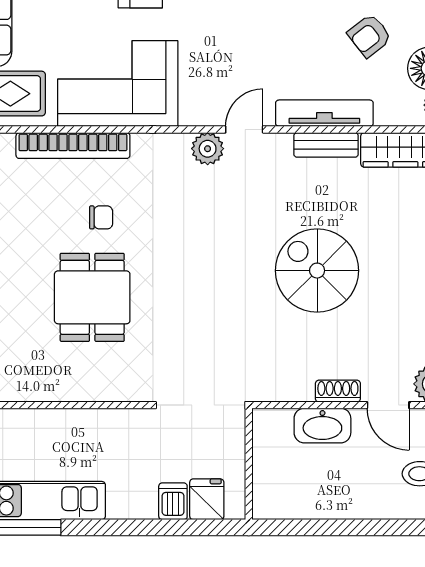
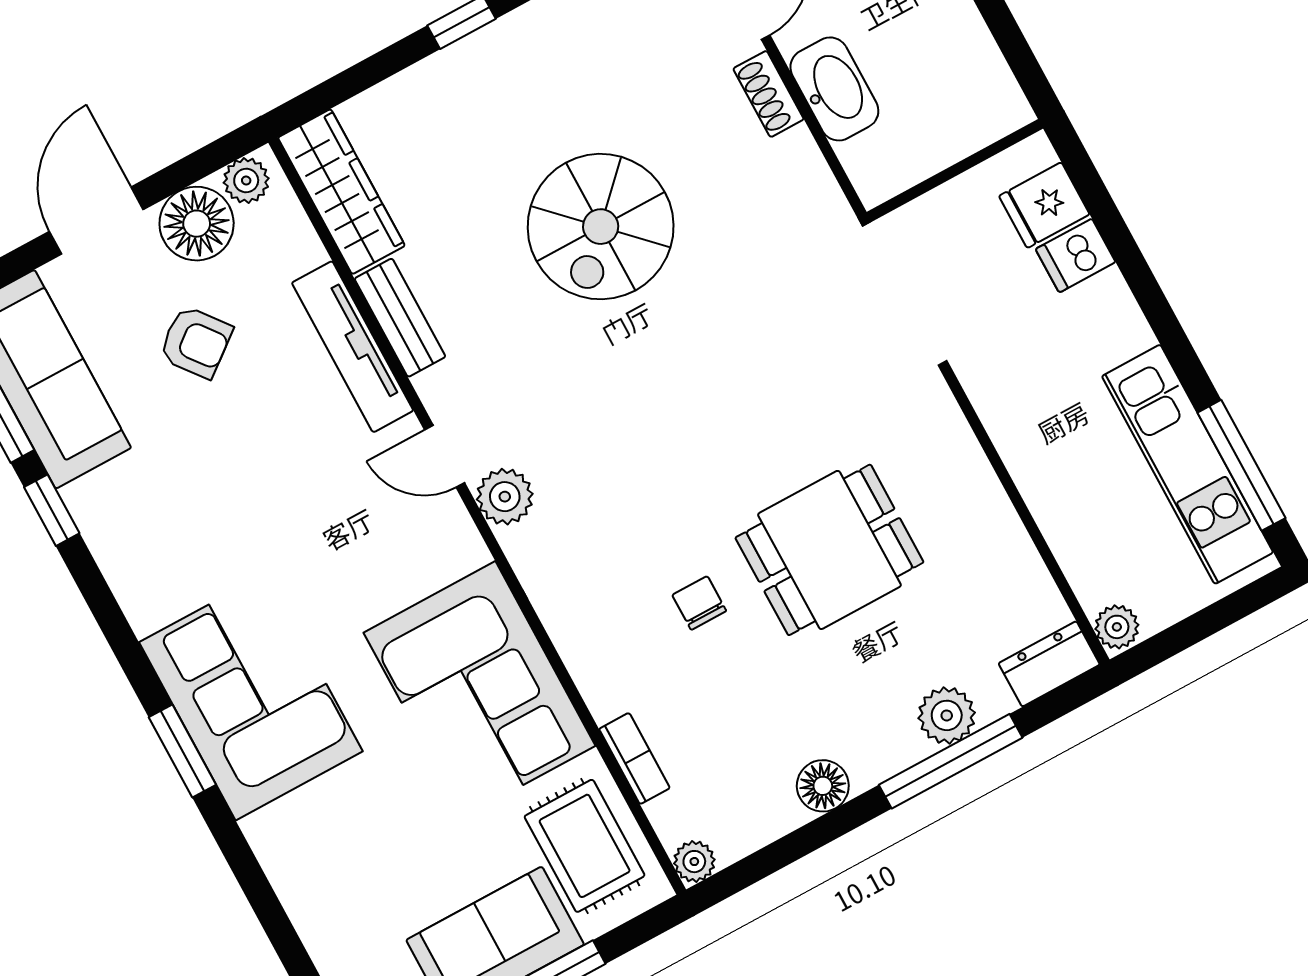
bookcase: (73, 146) -> (634, 758), width x0.43, depth x0.76

